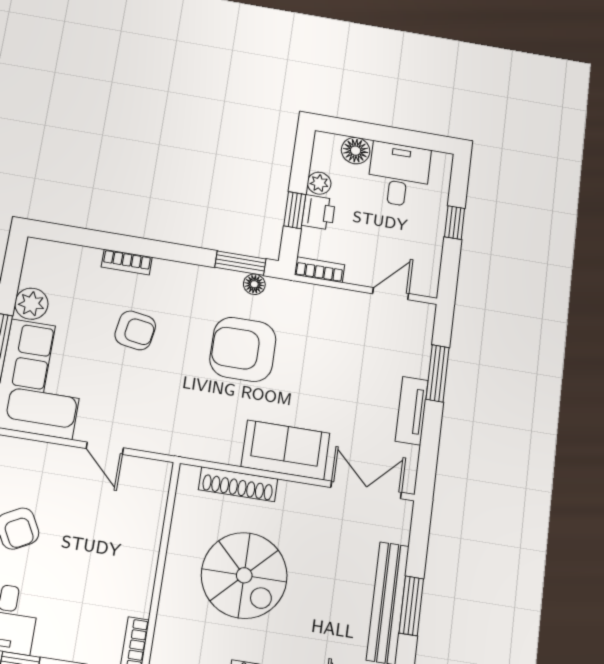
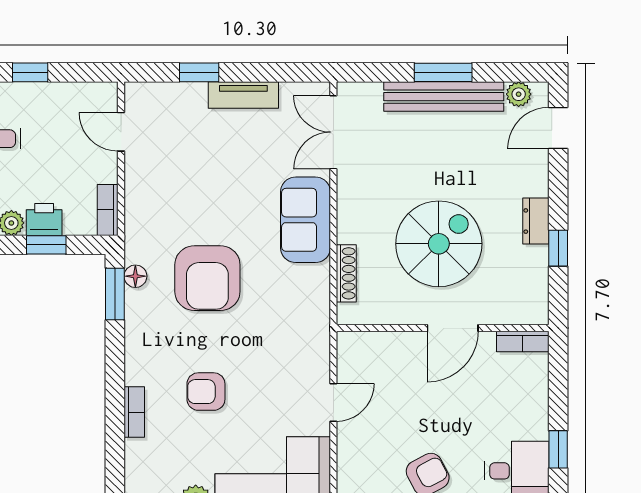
armchair: (135, 330) -> (206, 392), turned -99
window: (438, 373) -> (199, 72), width x0.67
shoe rack: (238, 484) -> (346, 273), width x0.74, depth x0.81
door: (159, 576) -> (453, 328), added

